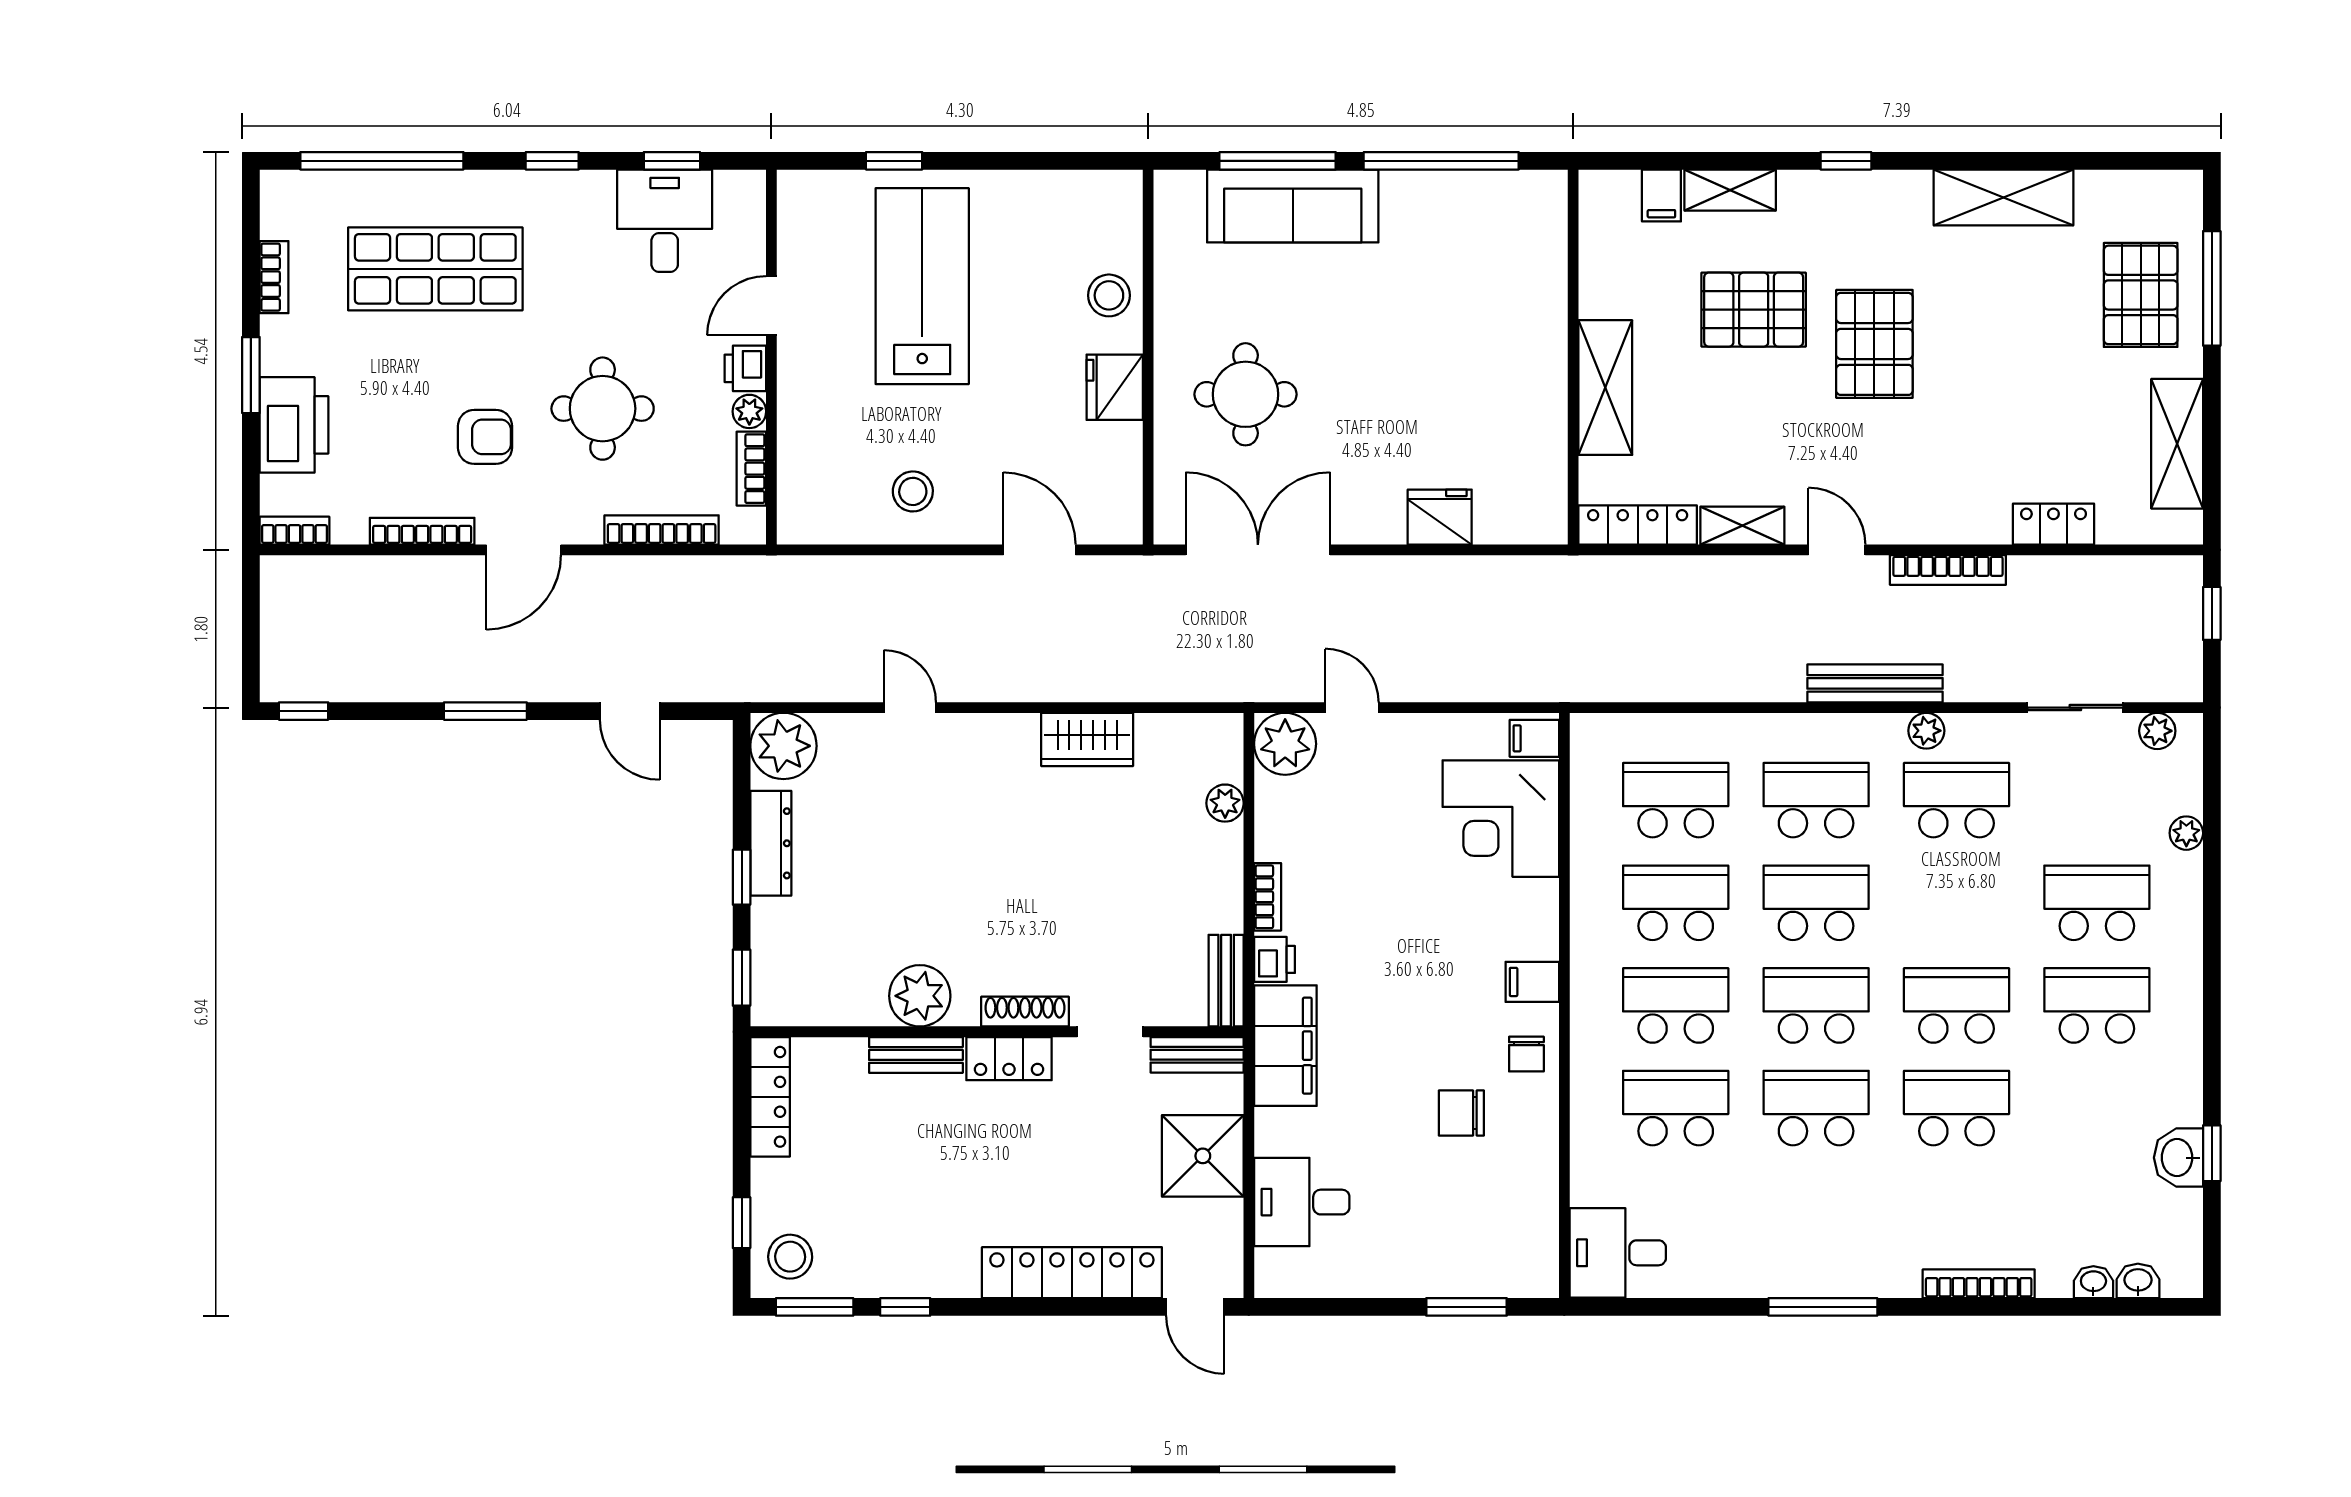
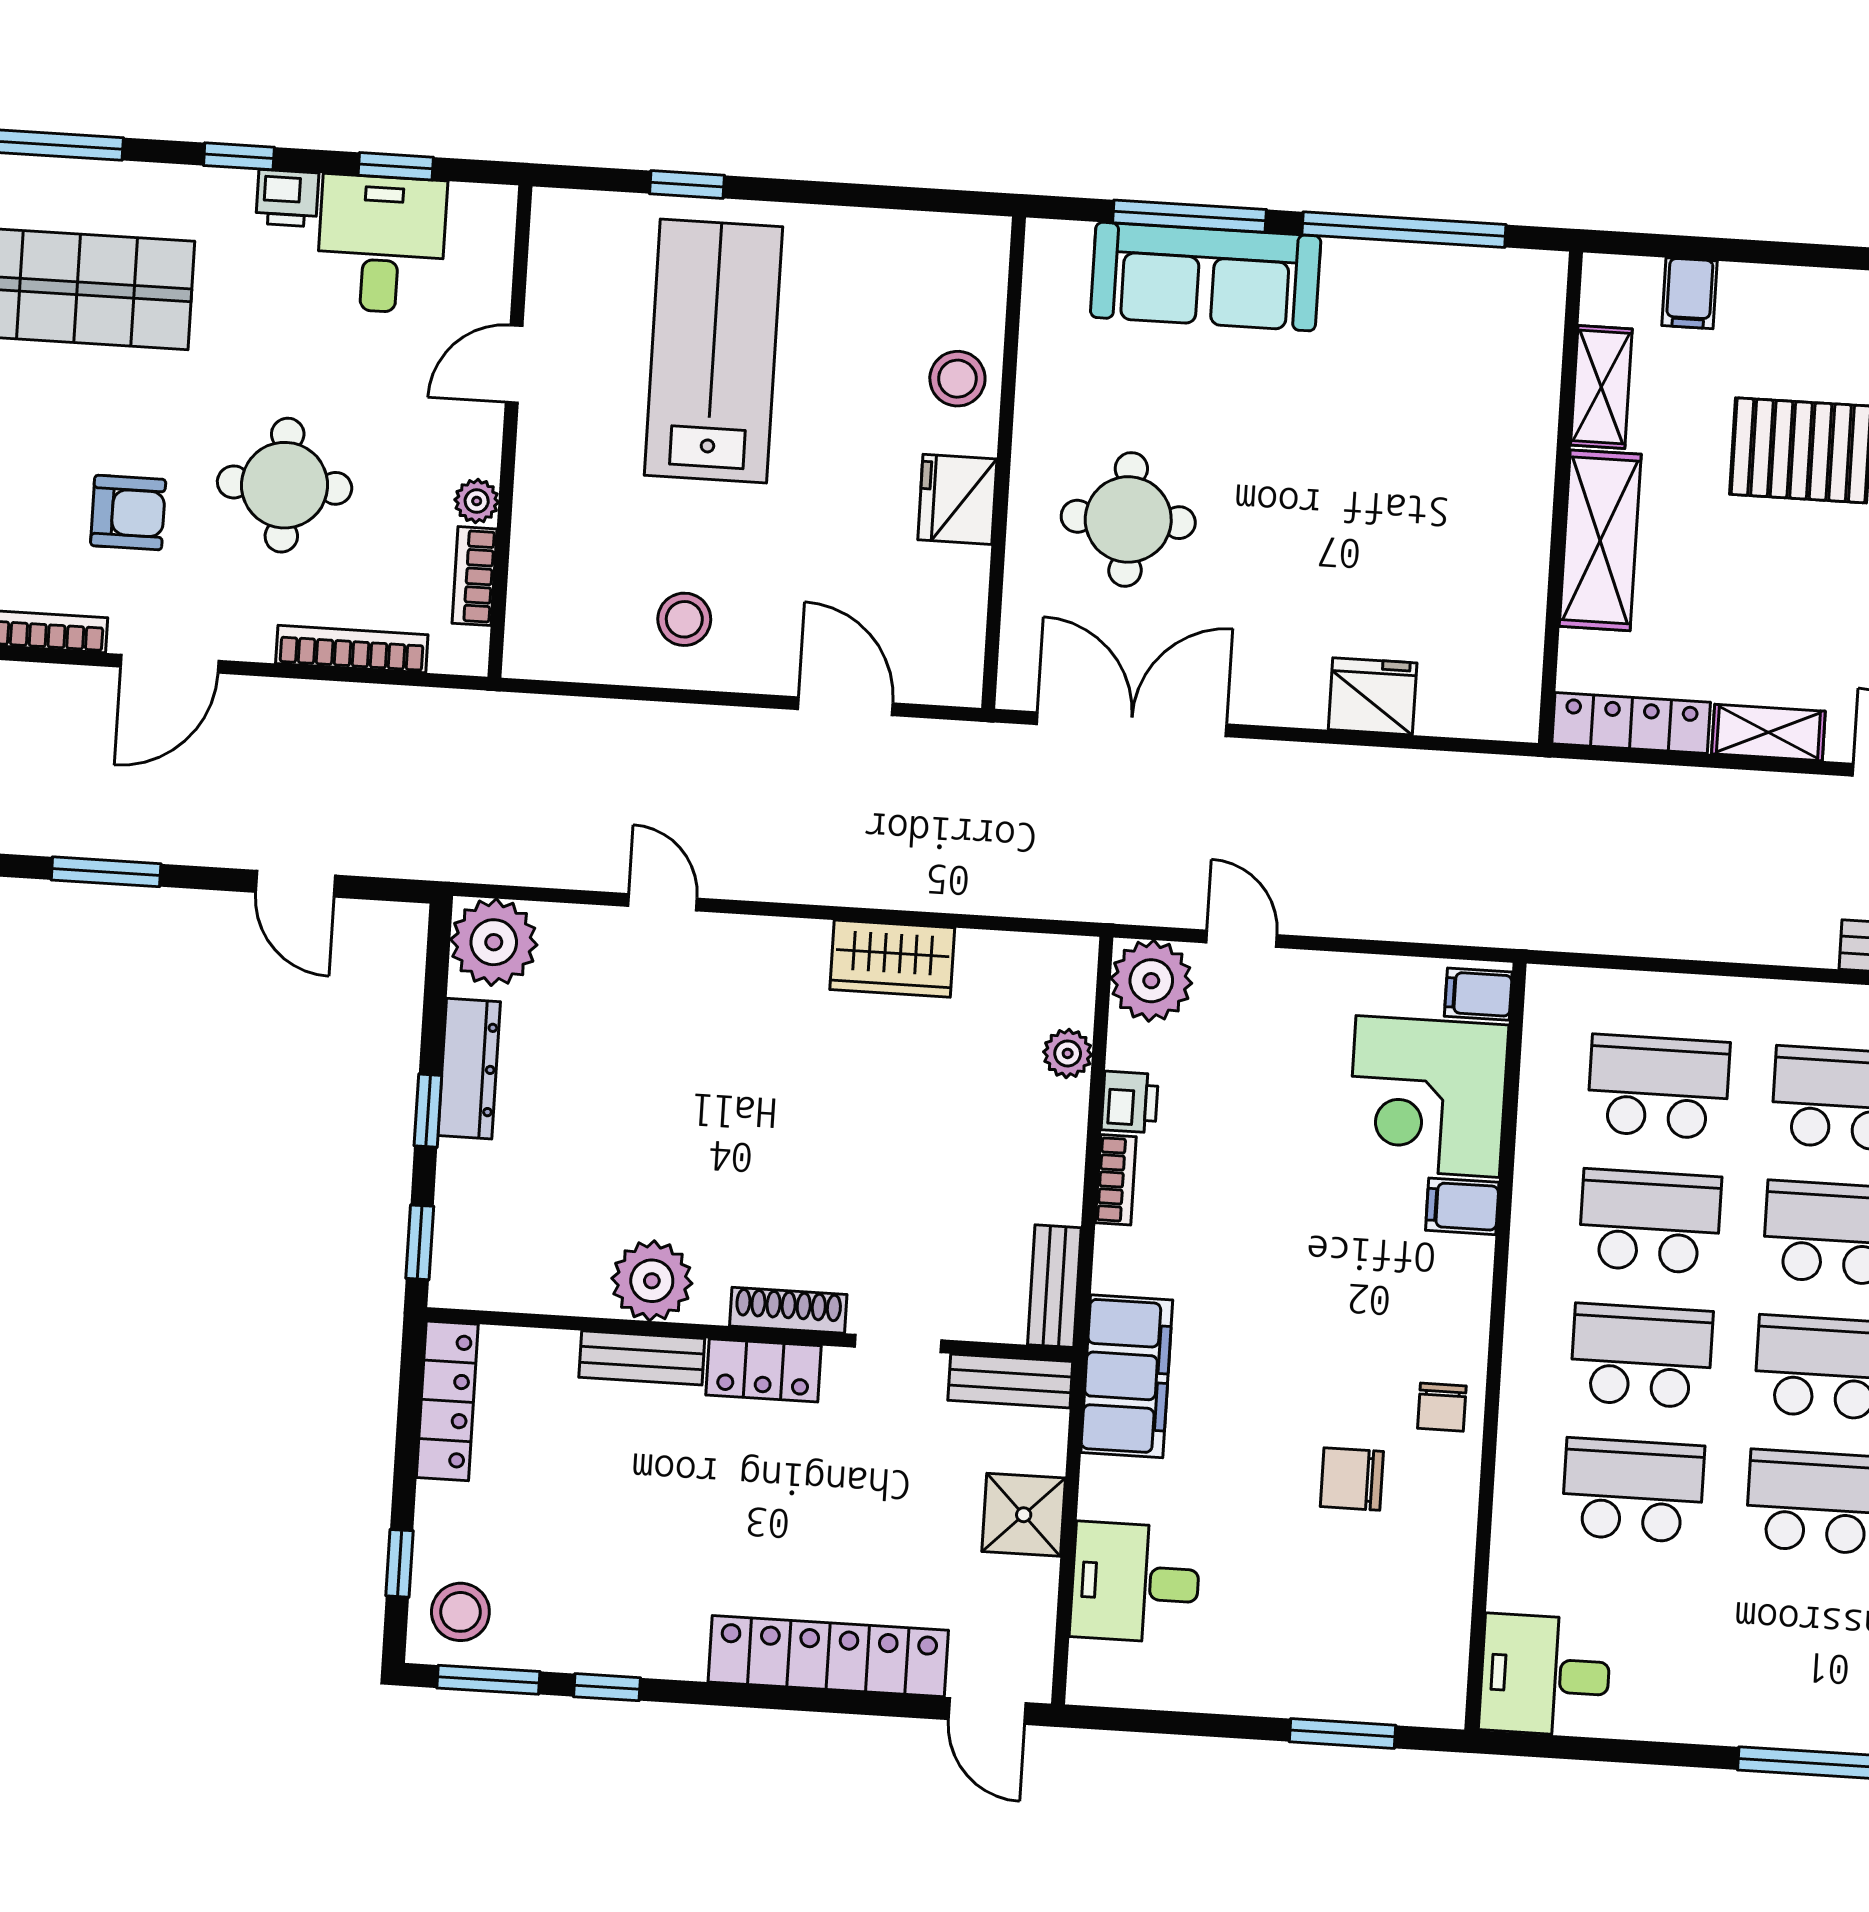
shelving: (1730, 190) -> (1601, 387), moved, turned 90
printer: (745, 368) -> (287, 198), moved, turned -90
printer: (1275, 959) -> (1130, 1102), moved
filing cabinet: (1532, 982) -> (1462, 1206), moved
shower: (1203, 1156) -> (1024, 1515), width x0.73, depth x0.73

